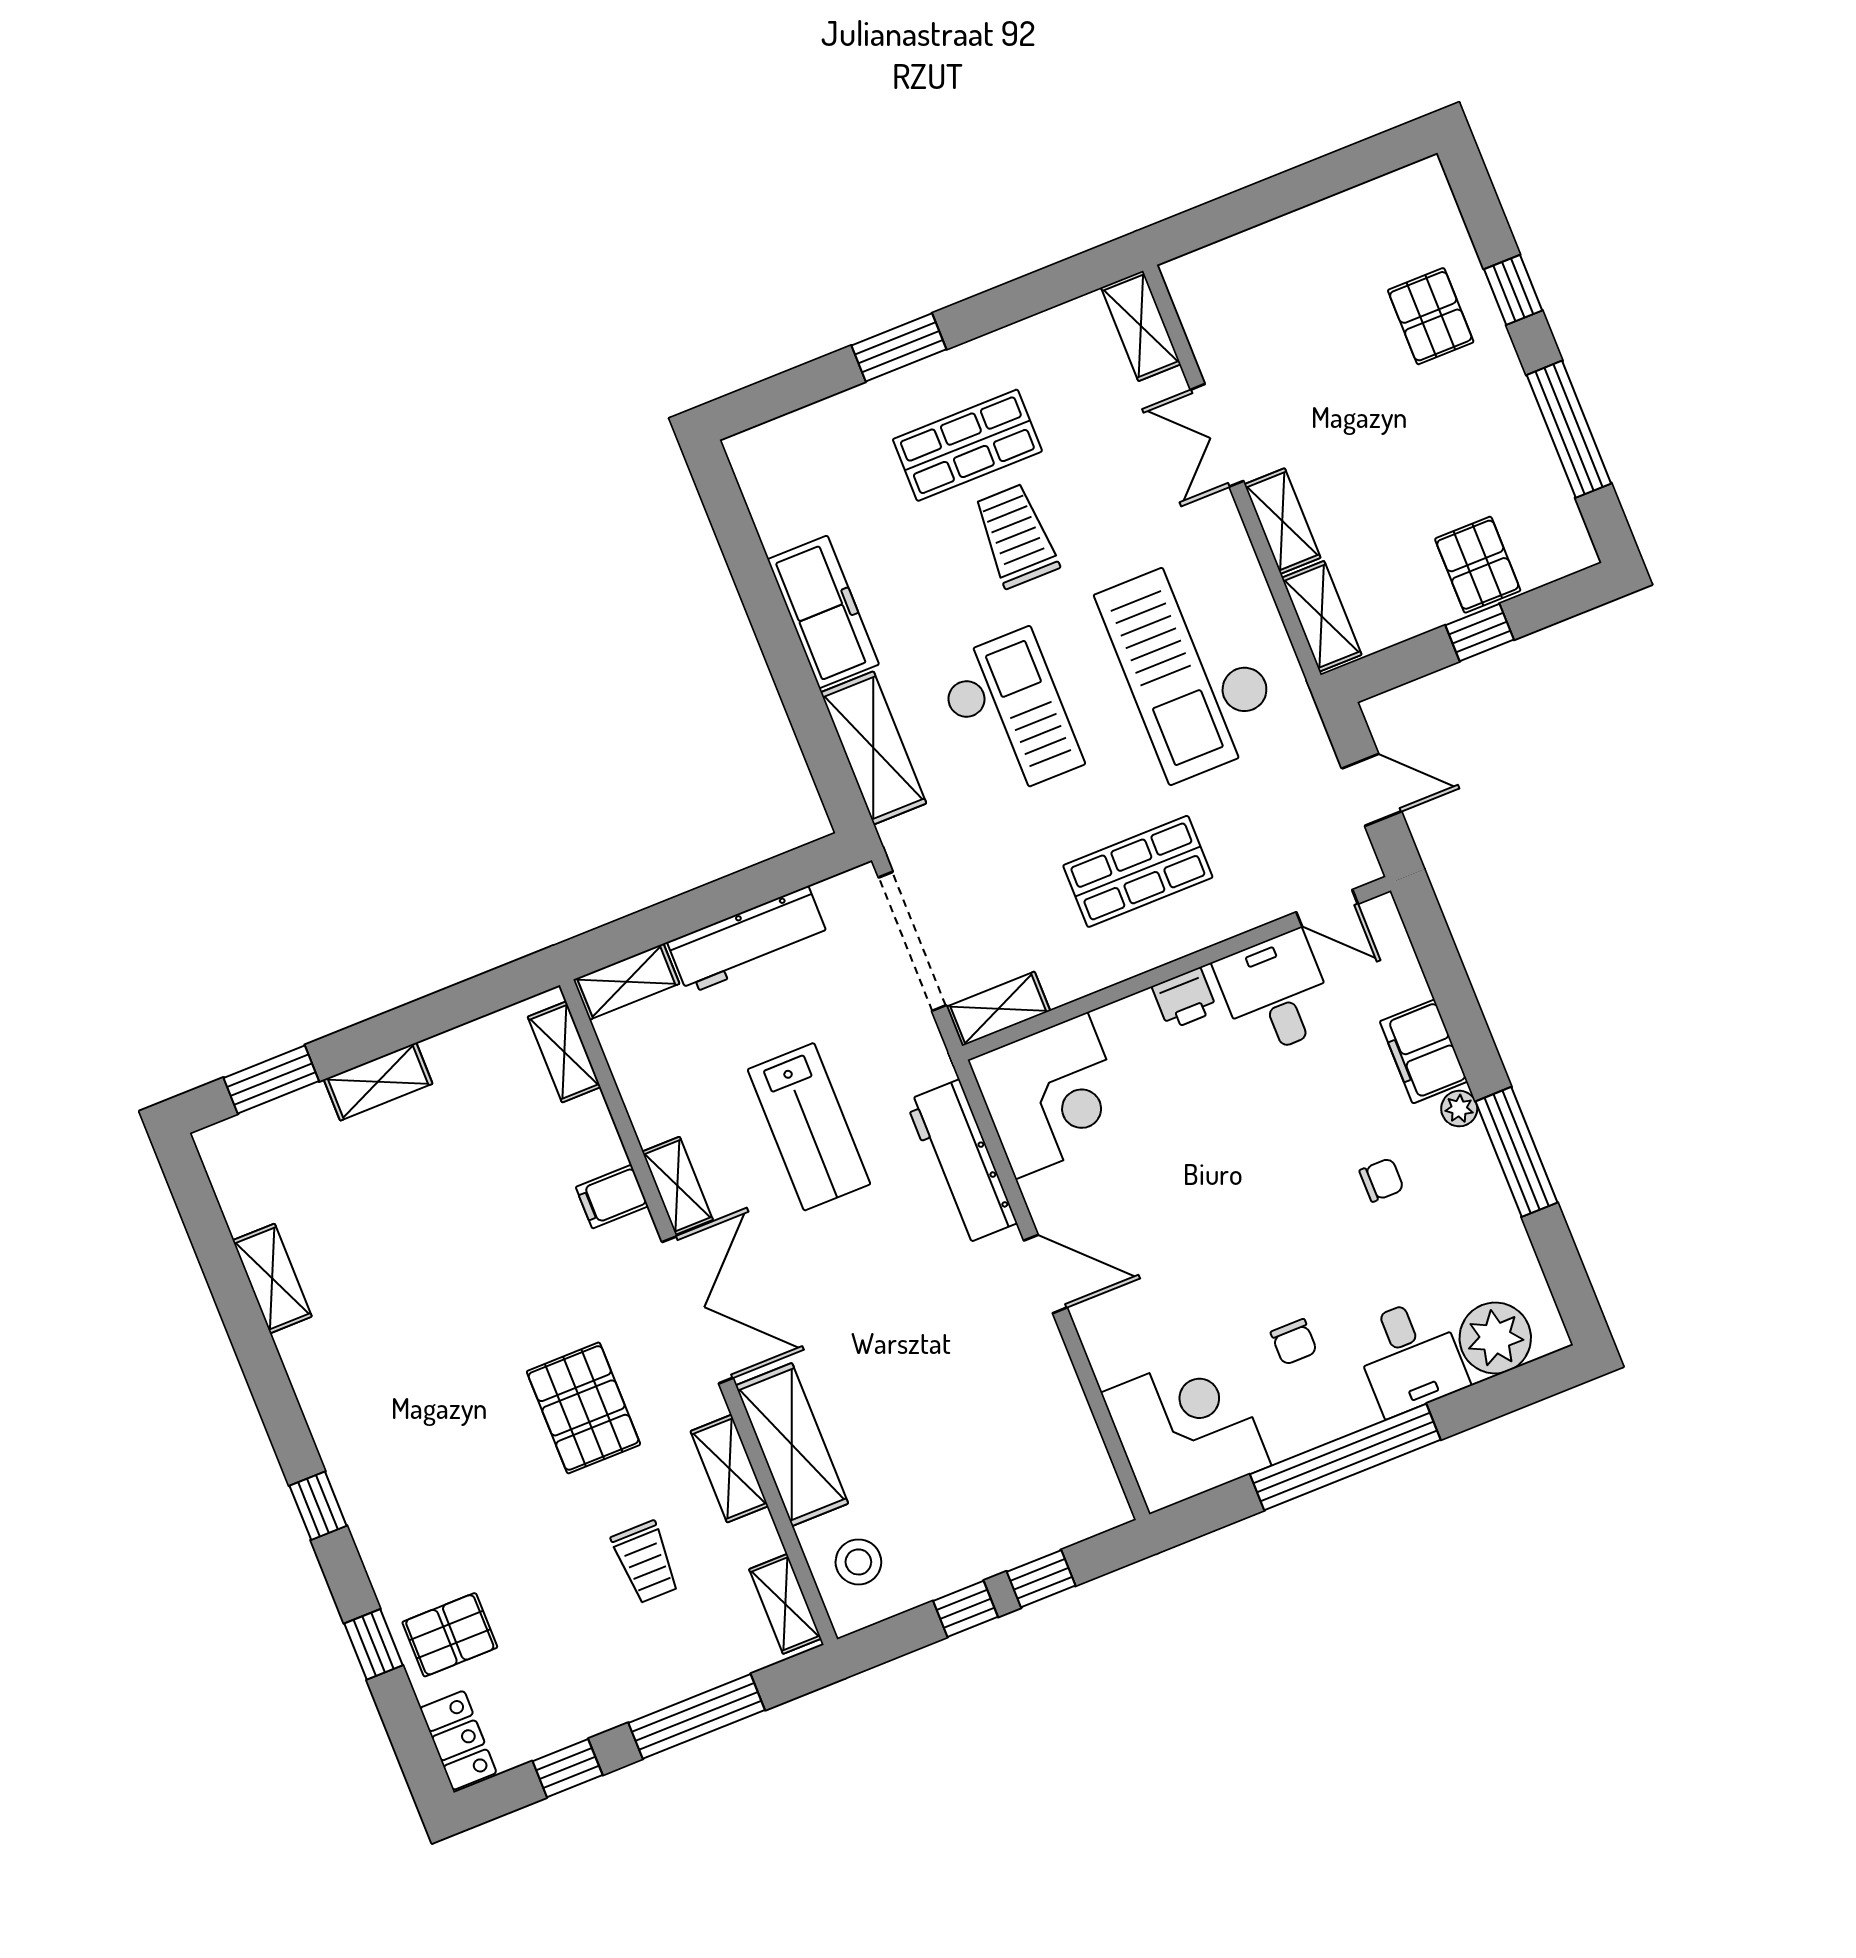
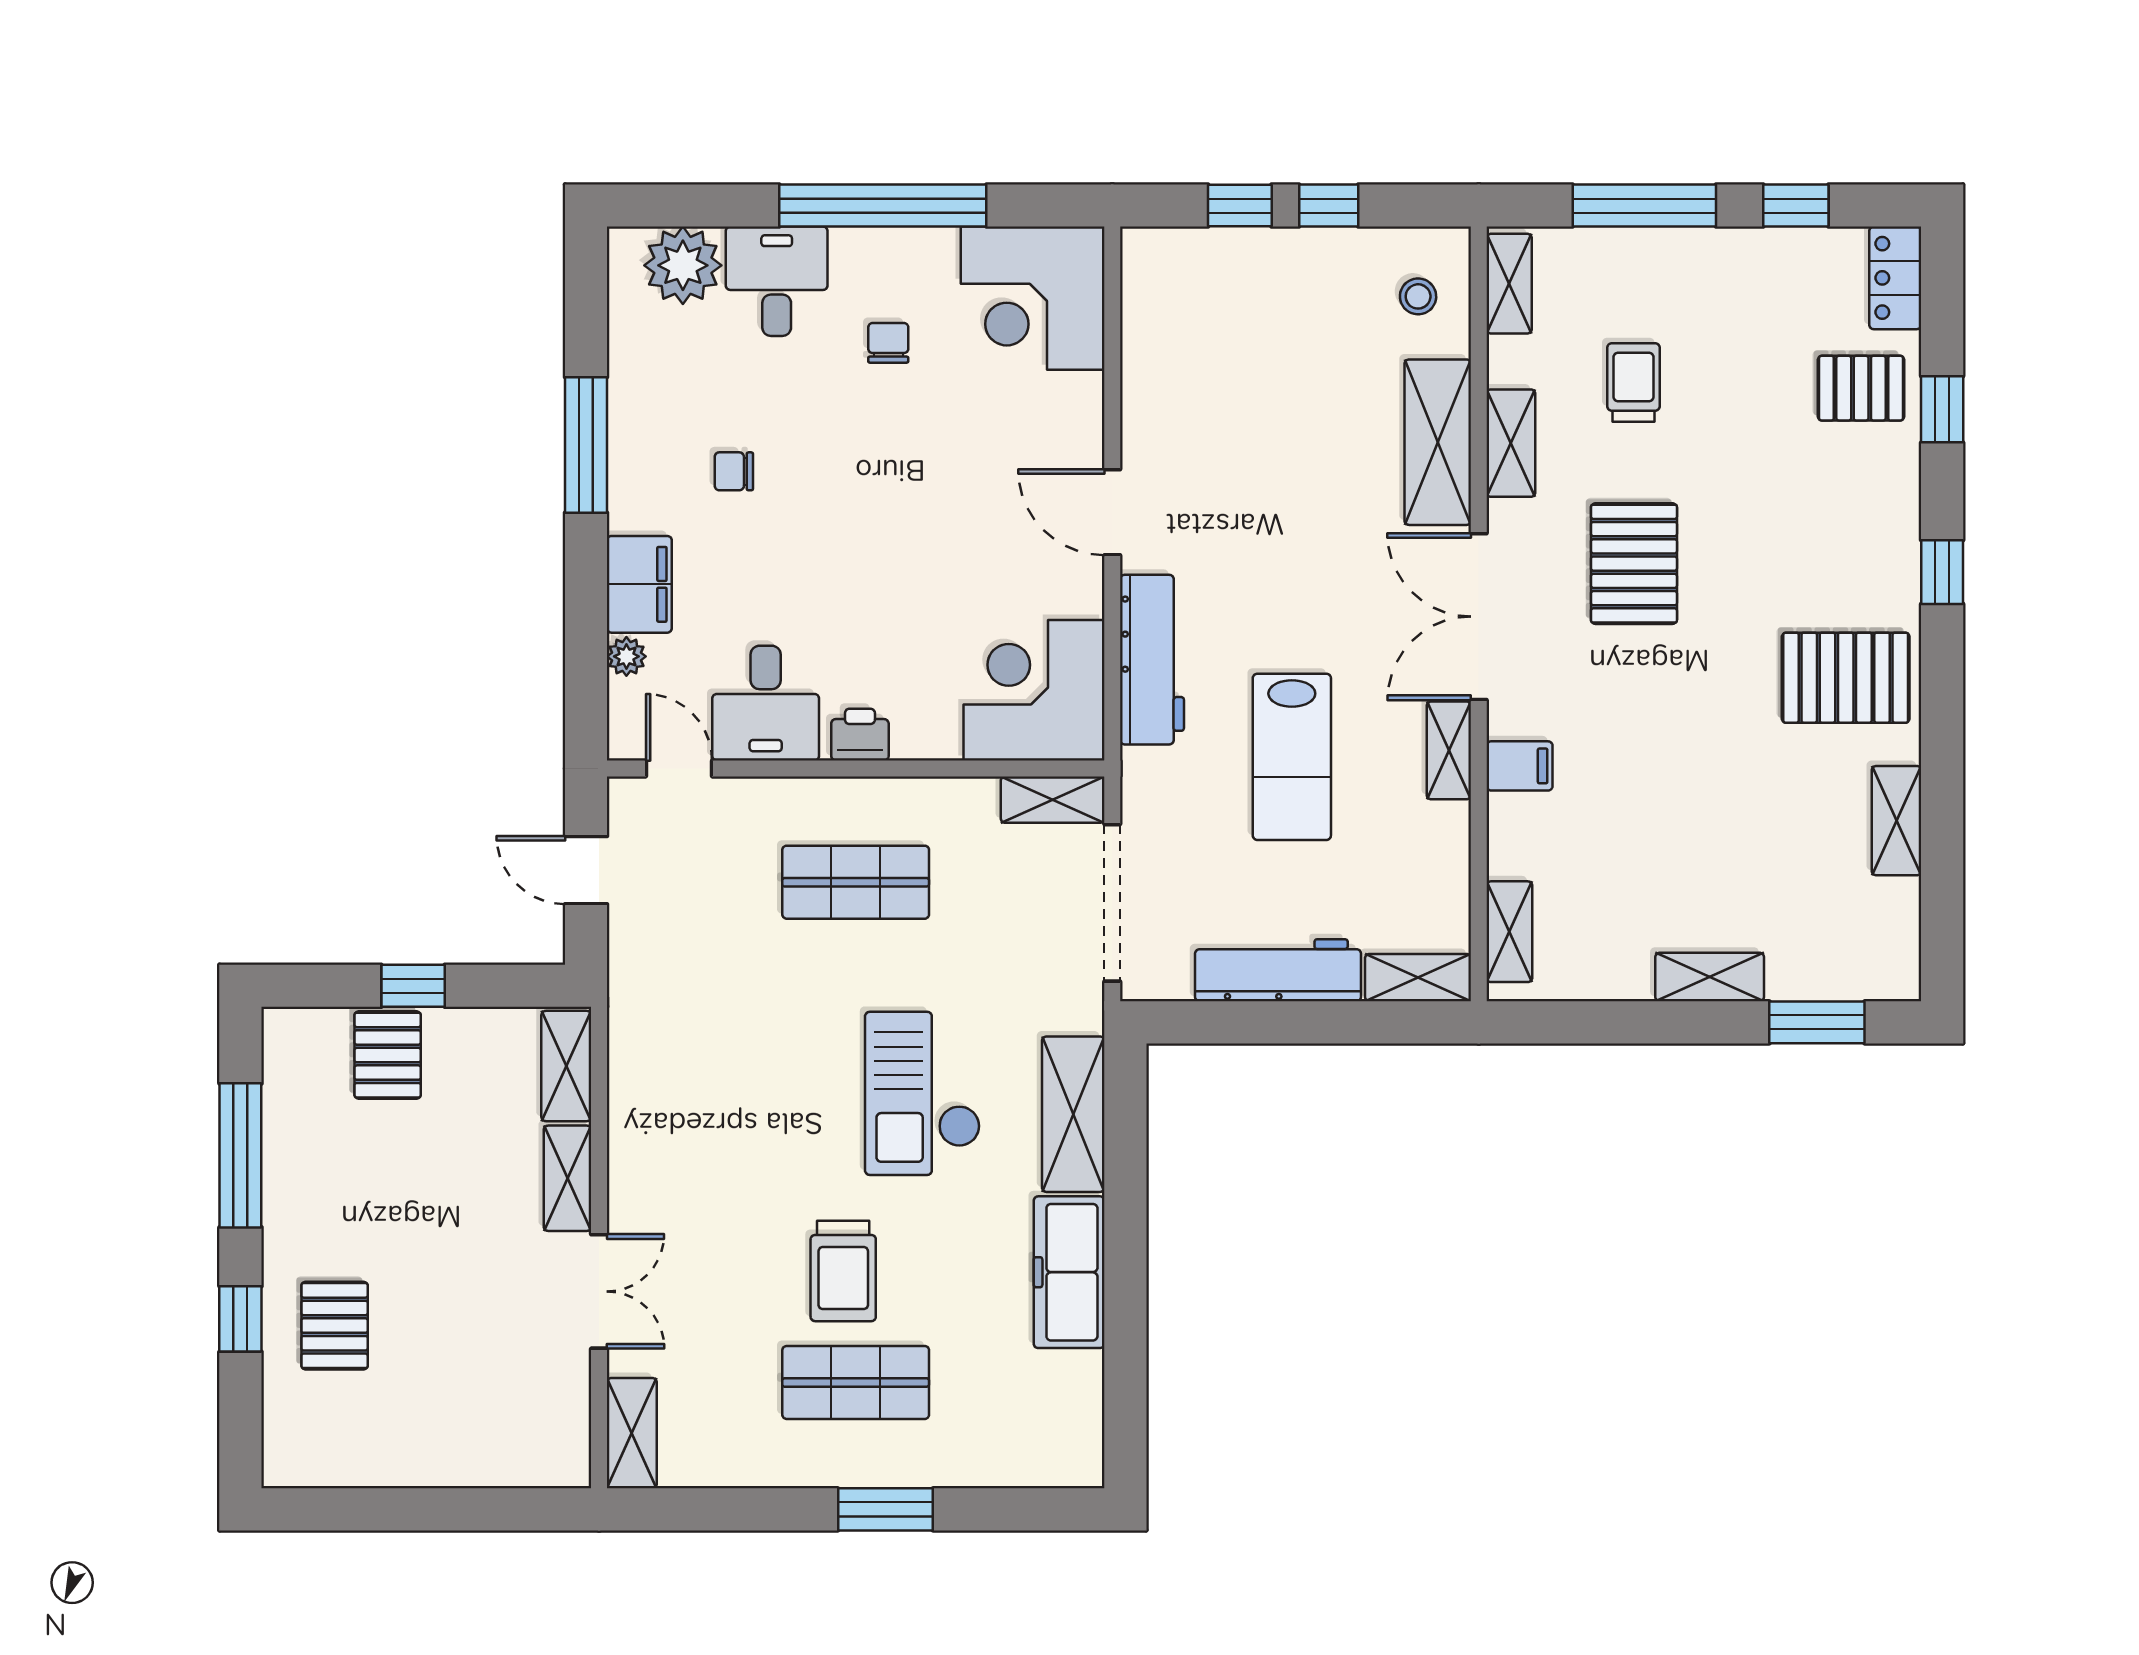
checkout: (1191, 666) -> (719, 1068), removed
plant: (1459, 1109) -> (626, 656), moved
lab bench: (809, 1127) -> (1292, 757), turned 180
pallet: (364, 1383) -> (1846, 678), added
stool: (858, 1562) -> (1418, 296), width x0.73, depth x0.73

